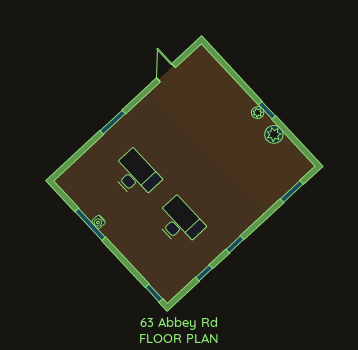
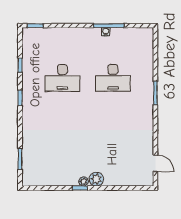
door: (166, 73) -> (155, 163), moved
plant: (274, 134) -> (96, 179), moved

